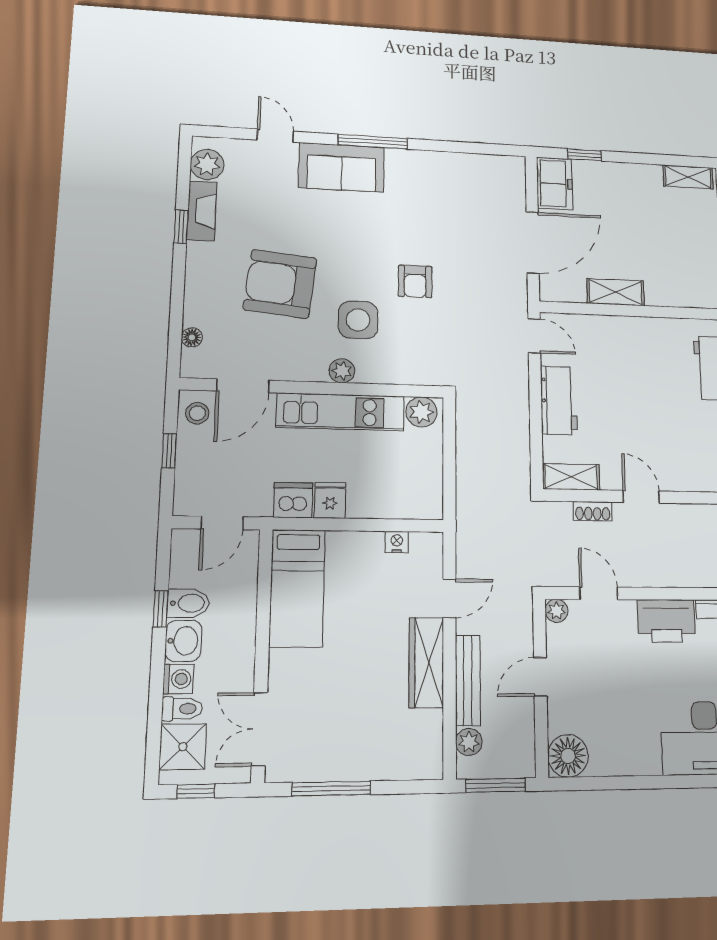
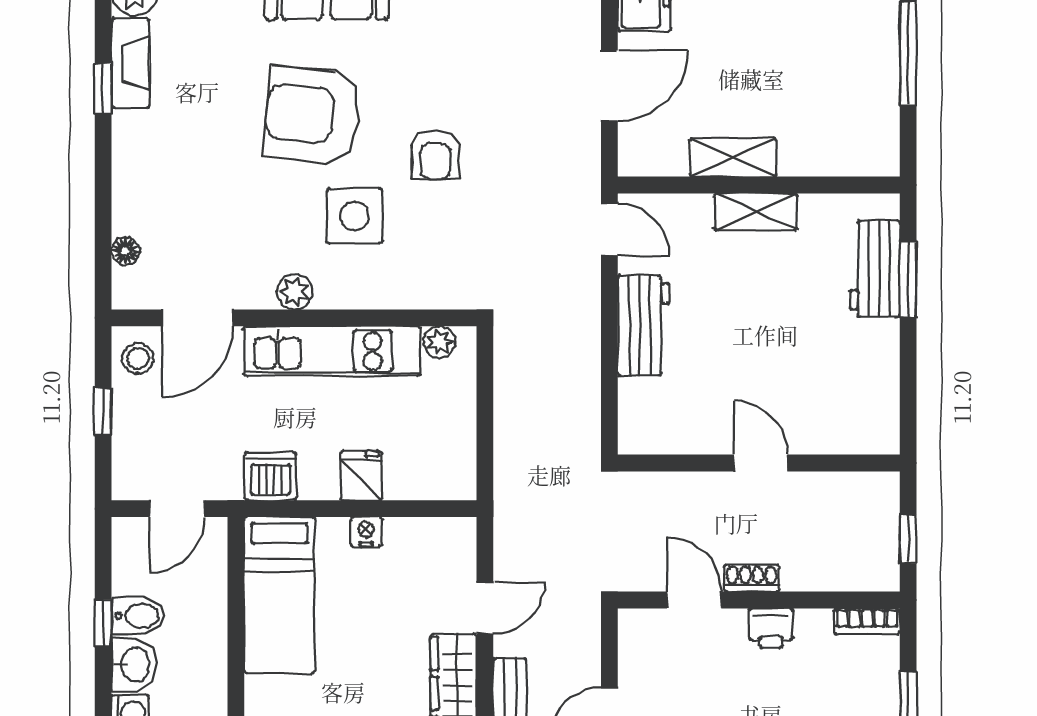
door: (533, 242) -> (609, 86), width x0.73
armchair: (280, 284) -> (313, 115), moved
plant: (342, 371) -> (295, 292), moved
plant: (422, 412) -> (440, 342), width x0.73, depth x0.73
shelving: (571, 477) -> (756, 212), moved
fridge: (330, 500) -> (361, 476), moved
shoe rack: (593, 511) -> (752, 578), moved, turned 180
nightstand: (397, 542) -> (366, 532), moved
plant: (556, 611) -> (634, 624), removed
printer: (666, 621) -> (771, 628), width x0.53, depth x0.68

